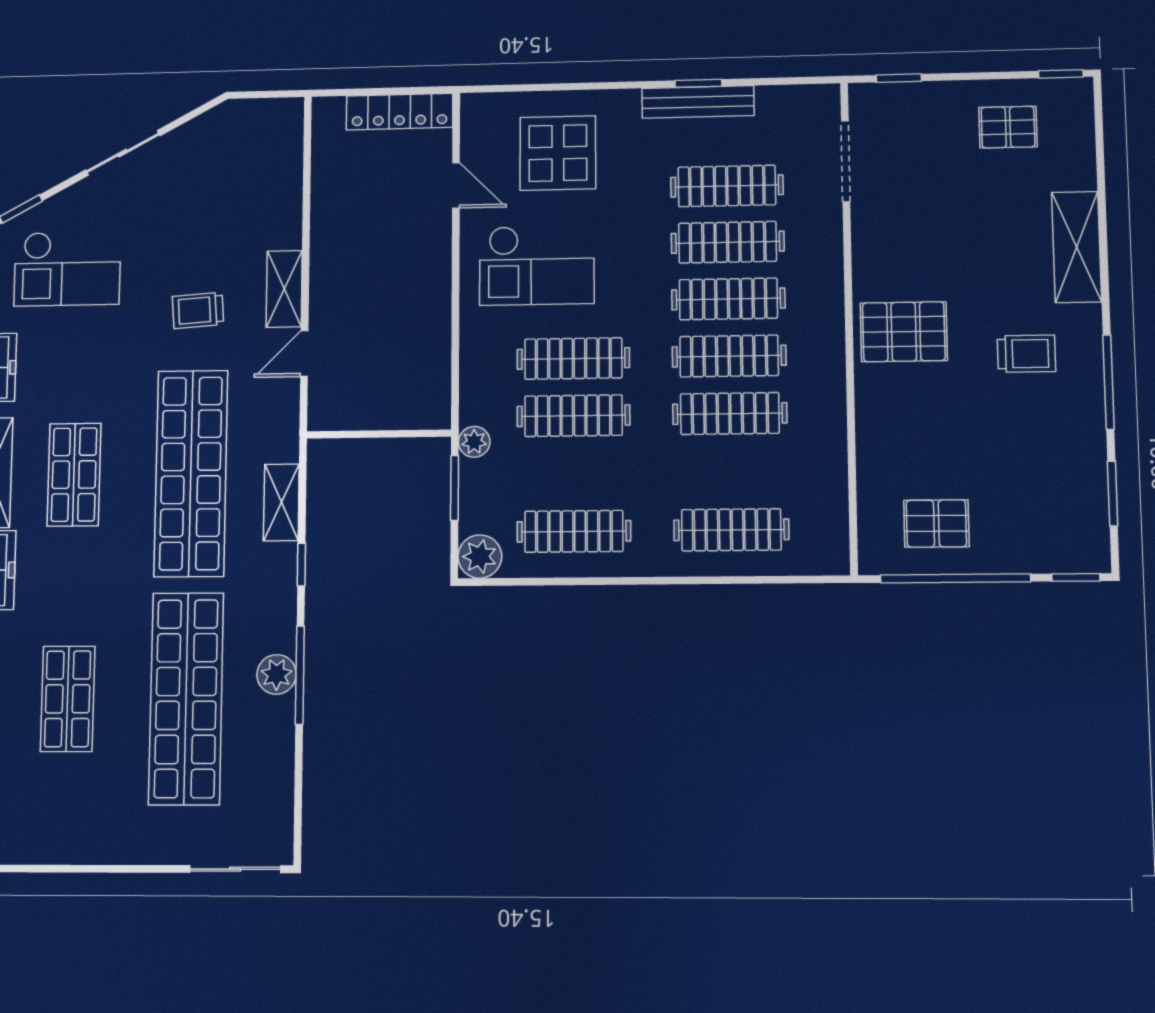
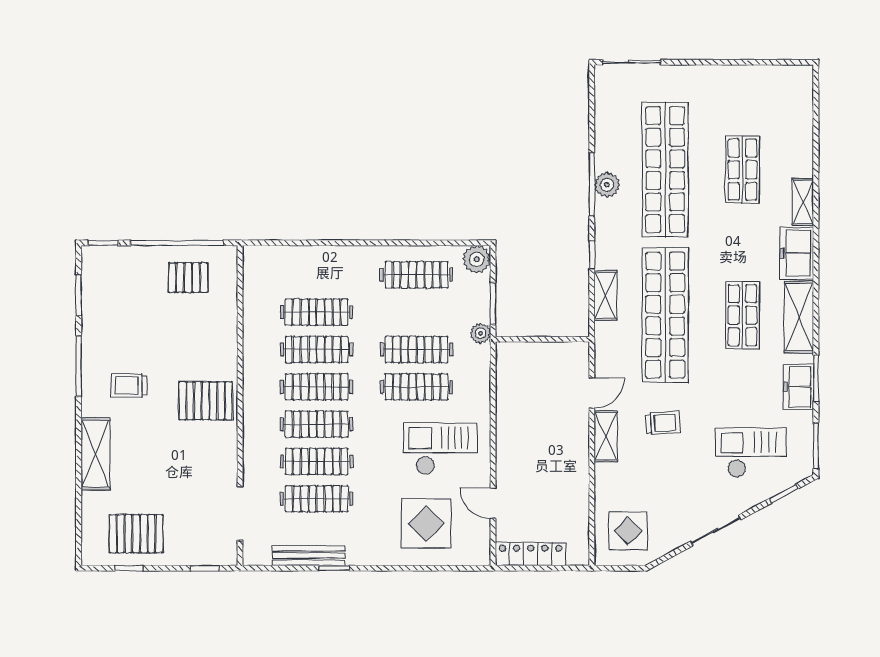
window: (1061, 74) -> (129, 568), moved
bench: (698, 102) -> (309, 556), moved
pallet: (1008, 127) -> (136, 534), width x1.50, depth x1.42
display table: (253, 149) -> (628, 531), added
clothes rail: (731, 530) -> (317, 312), moved

